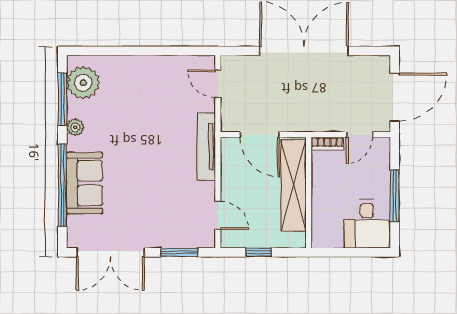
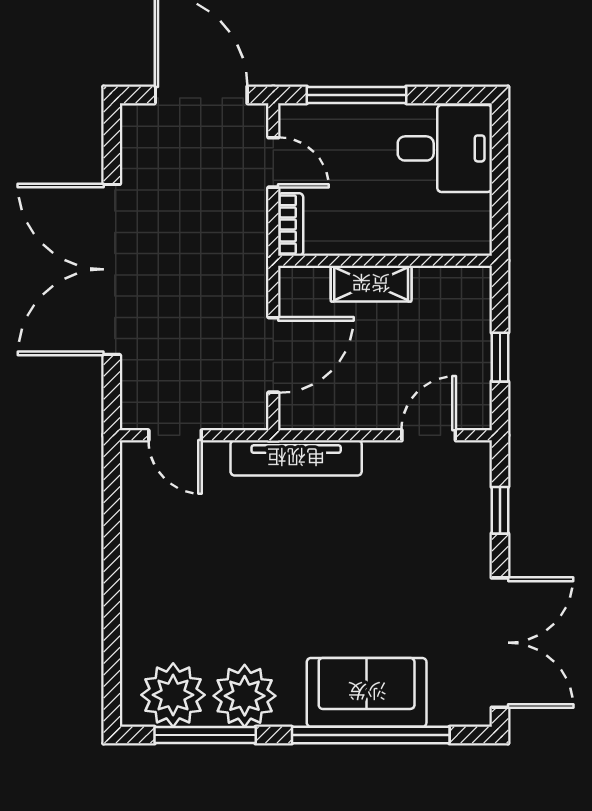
door: (218, 84) -> (175, 435), hinge flipped
plant: (75, 127) -> (245, 696), width x1.87, depth x1.87
shelving: (294, 185) -> (371, 284), width x0.45, depth x0.75
window: (395, 196) -> (356, 95), moved
window: (179, 252) -> (500, 510), width x0.67

